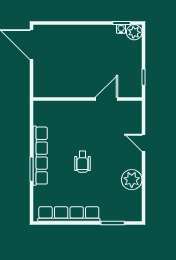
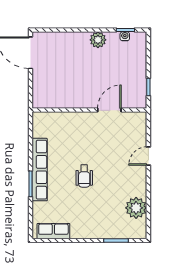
plant: (134, 32) -> (98, 40), moved
door: (143, 143) -> (148, 156), hinge flipped
plant: (132, 180) -> (136, 208), moved
row of seats: (69, 214) -> (53, 231), width x0.50

